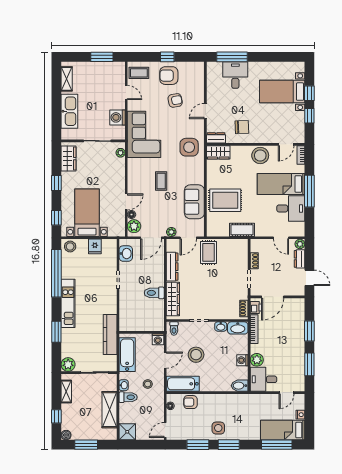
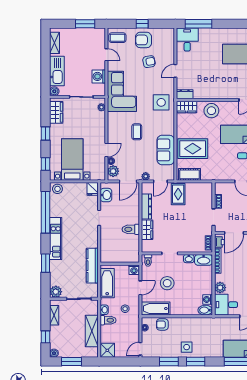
desk: (235, 75) -> (187, 40), moved
chair: (242, 127) -> (207, 85), removed
boiler: (66, 134) -> (54, 91), added
stool: (260, 155) -> (211, 111), moved
cot: (242, 230) -> (189, 174), moved
fridge: (95, 246) -> (93, 189), moved
wardrobe: (173, 299) -> (147, 230), width x0.67
washing machine: (242, 360) -> (208, 299), moved

